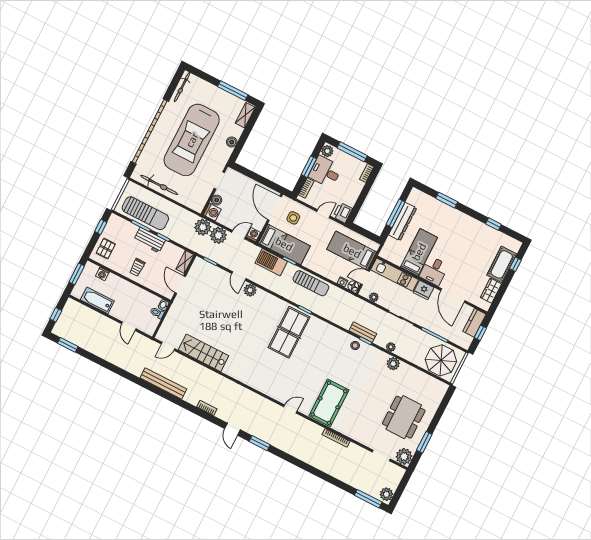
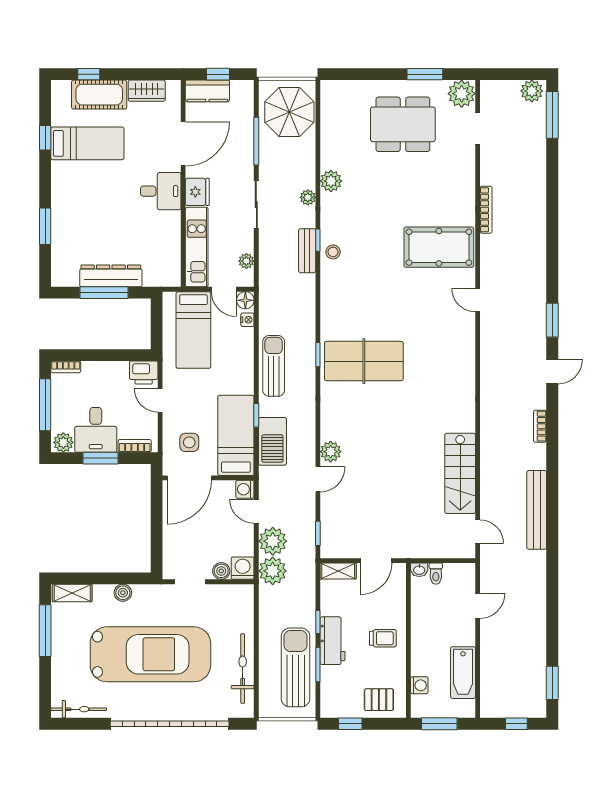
bed: (419, 252) -> (87, 143), moved, turned 180

